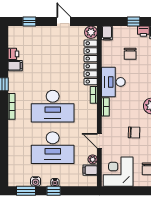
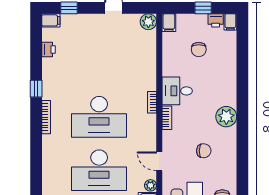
locker: (91, 62) -> (148, 61), removed
filing cabinet: (15, 66) -> (51, 20), moved
desk: (113, 82) -> (177, 91), width x0.73

